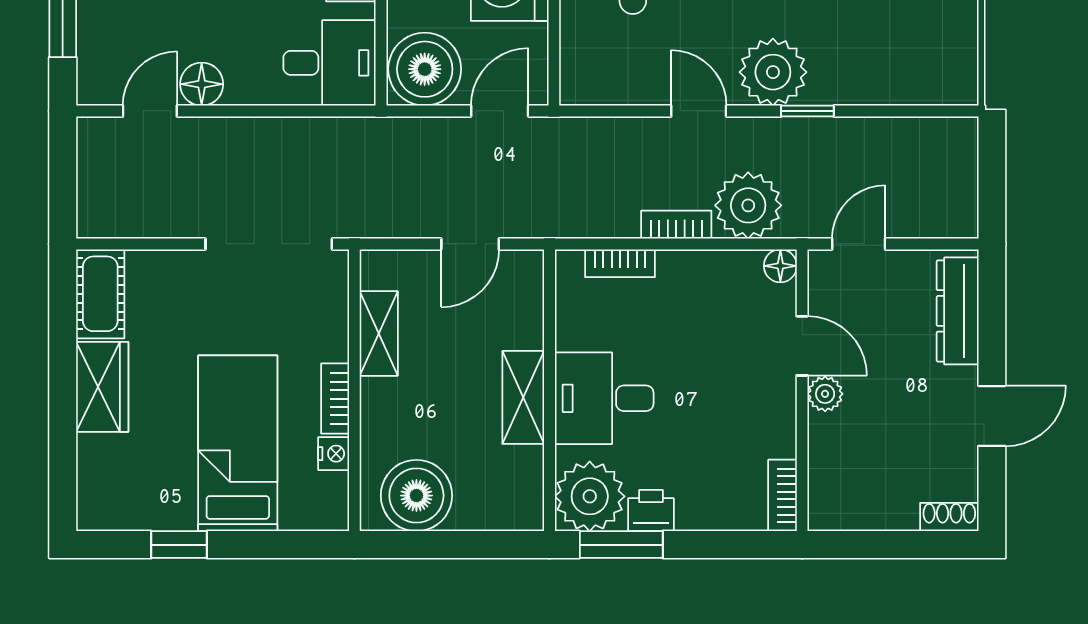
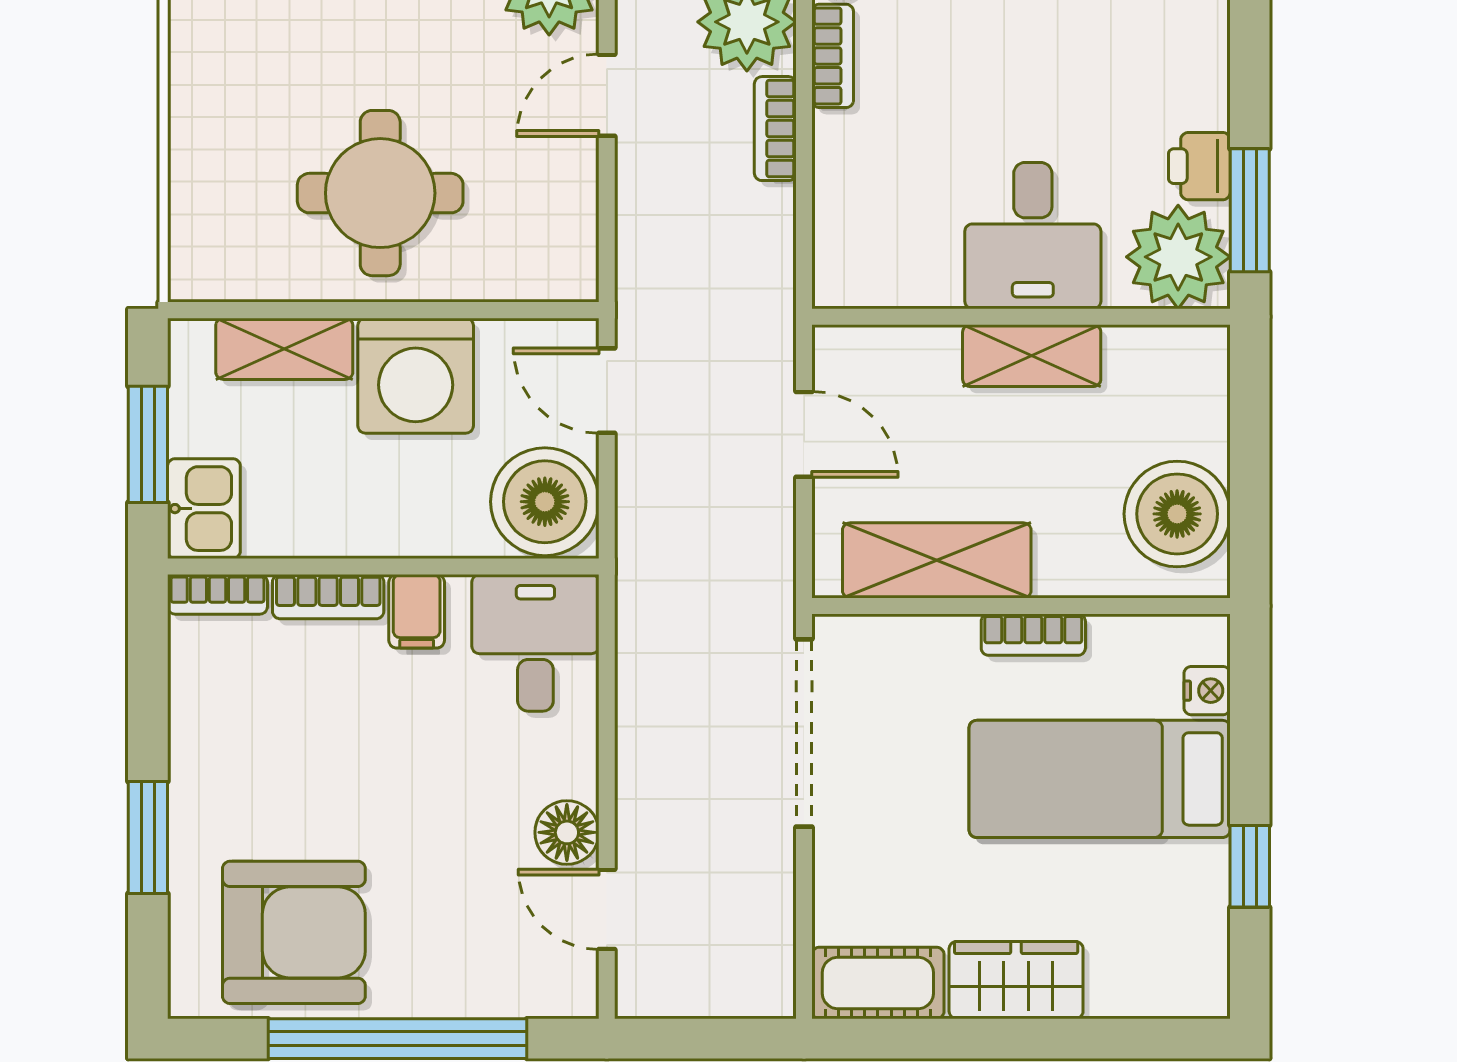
bookcase: (620, 263) -> (833, 56), moved
shelving: (379, 333) -> (937, 560), width x1.50, depth x1.33
nightstand: (334, 454) -> (1207, 691), moved, turned 90

